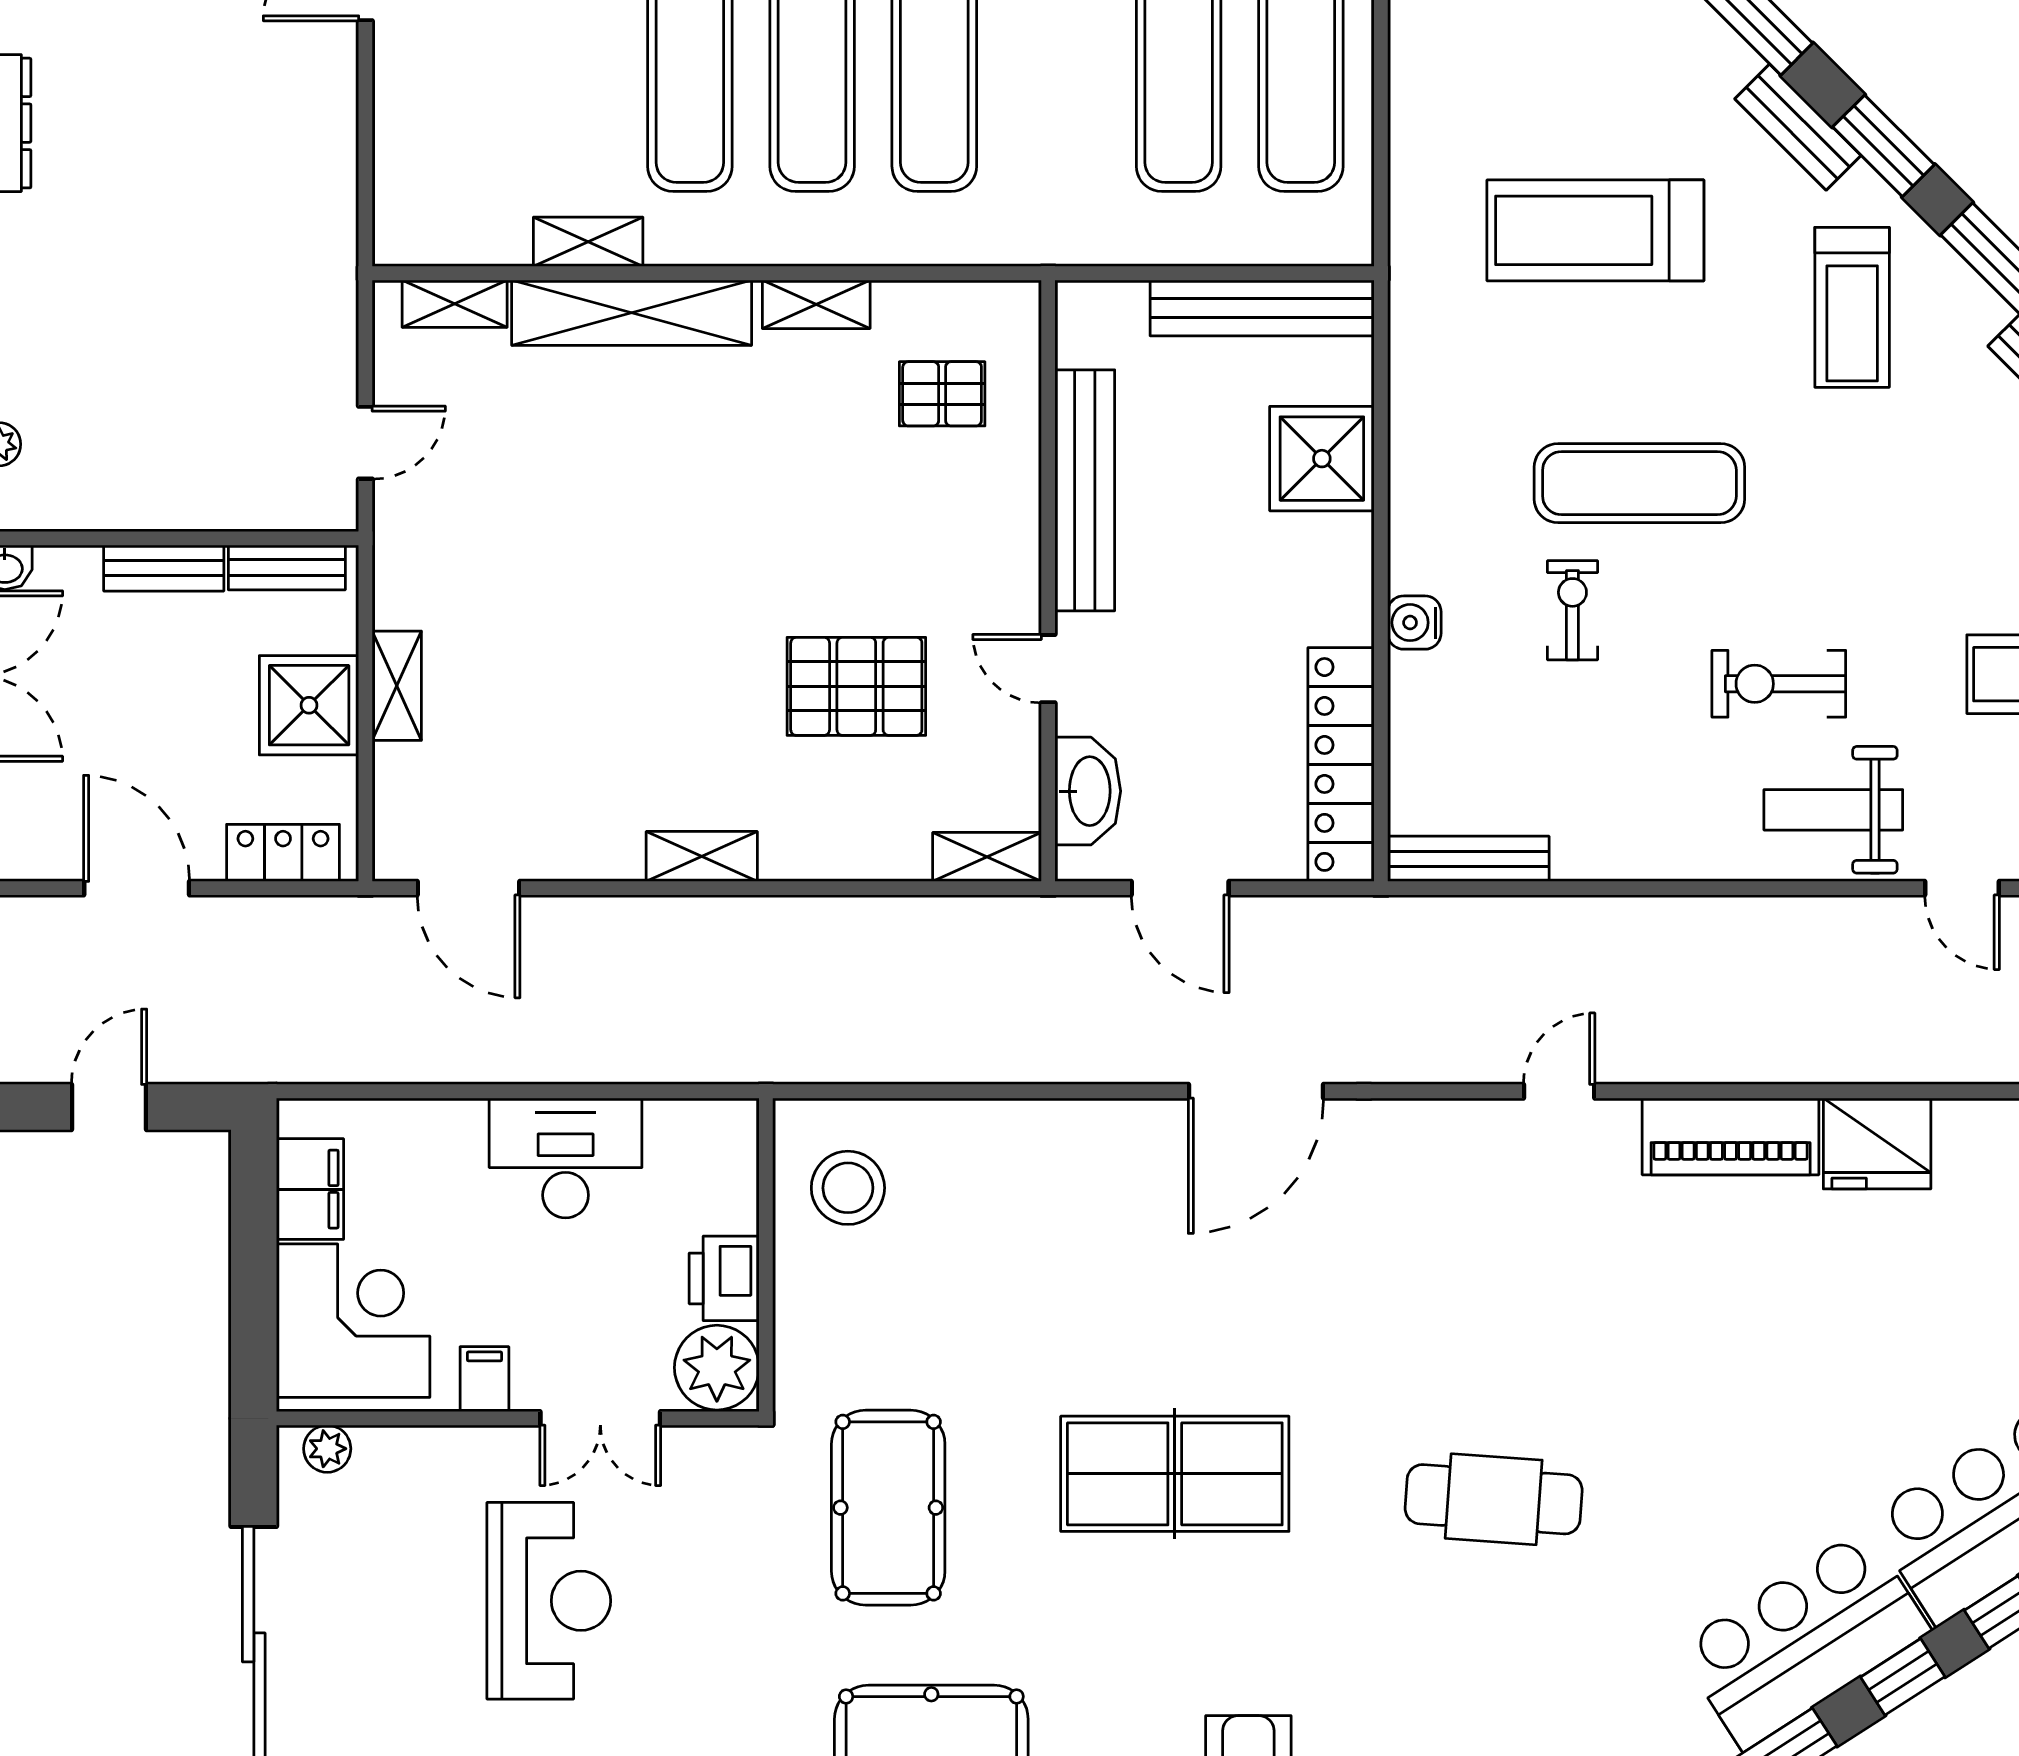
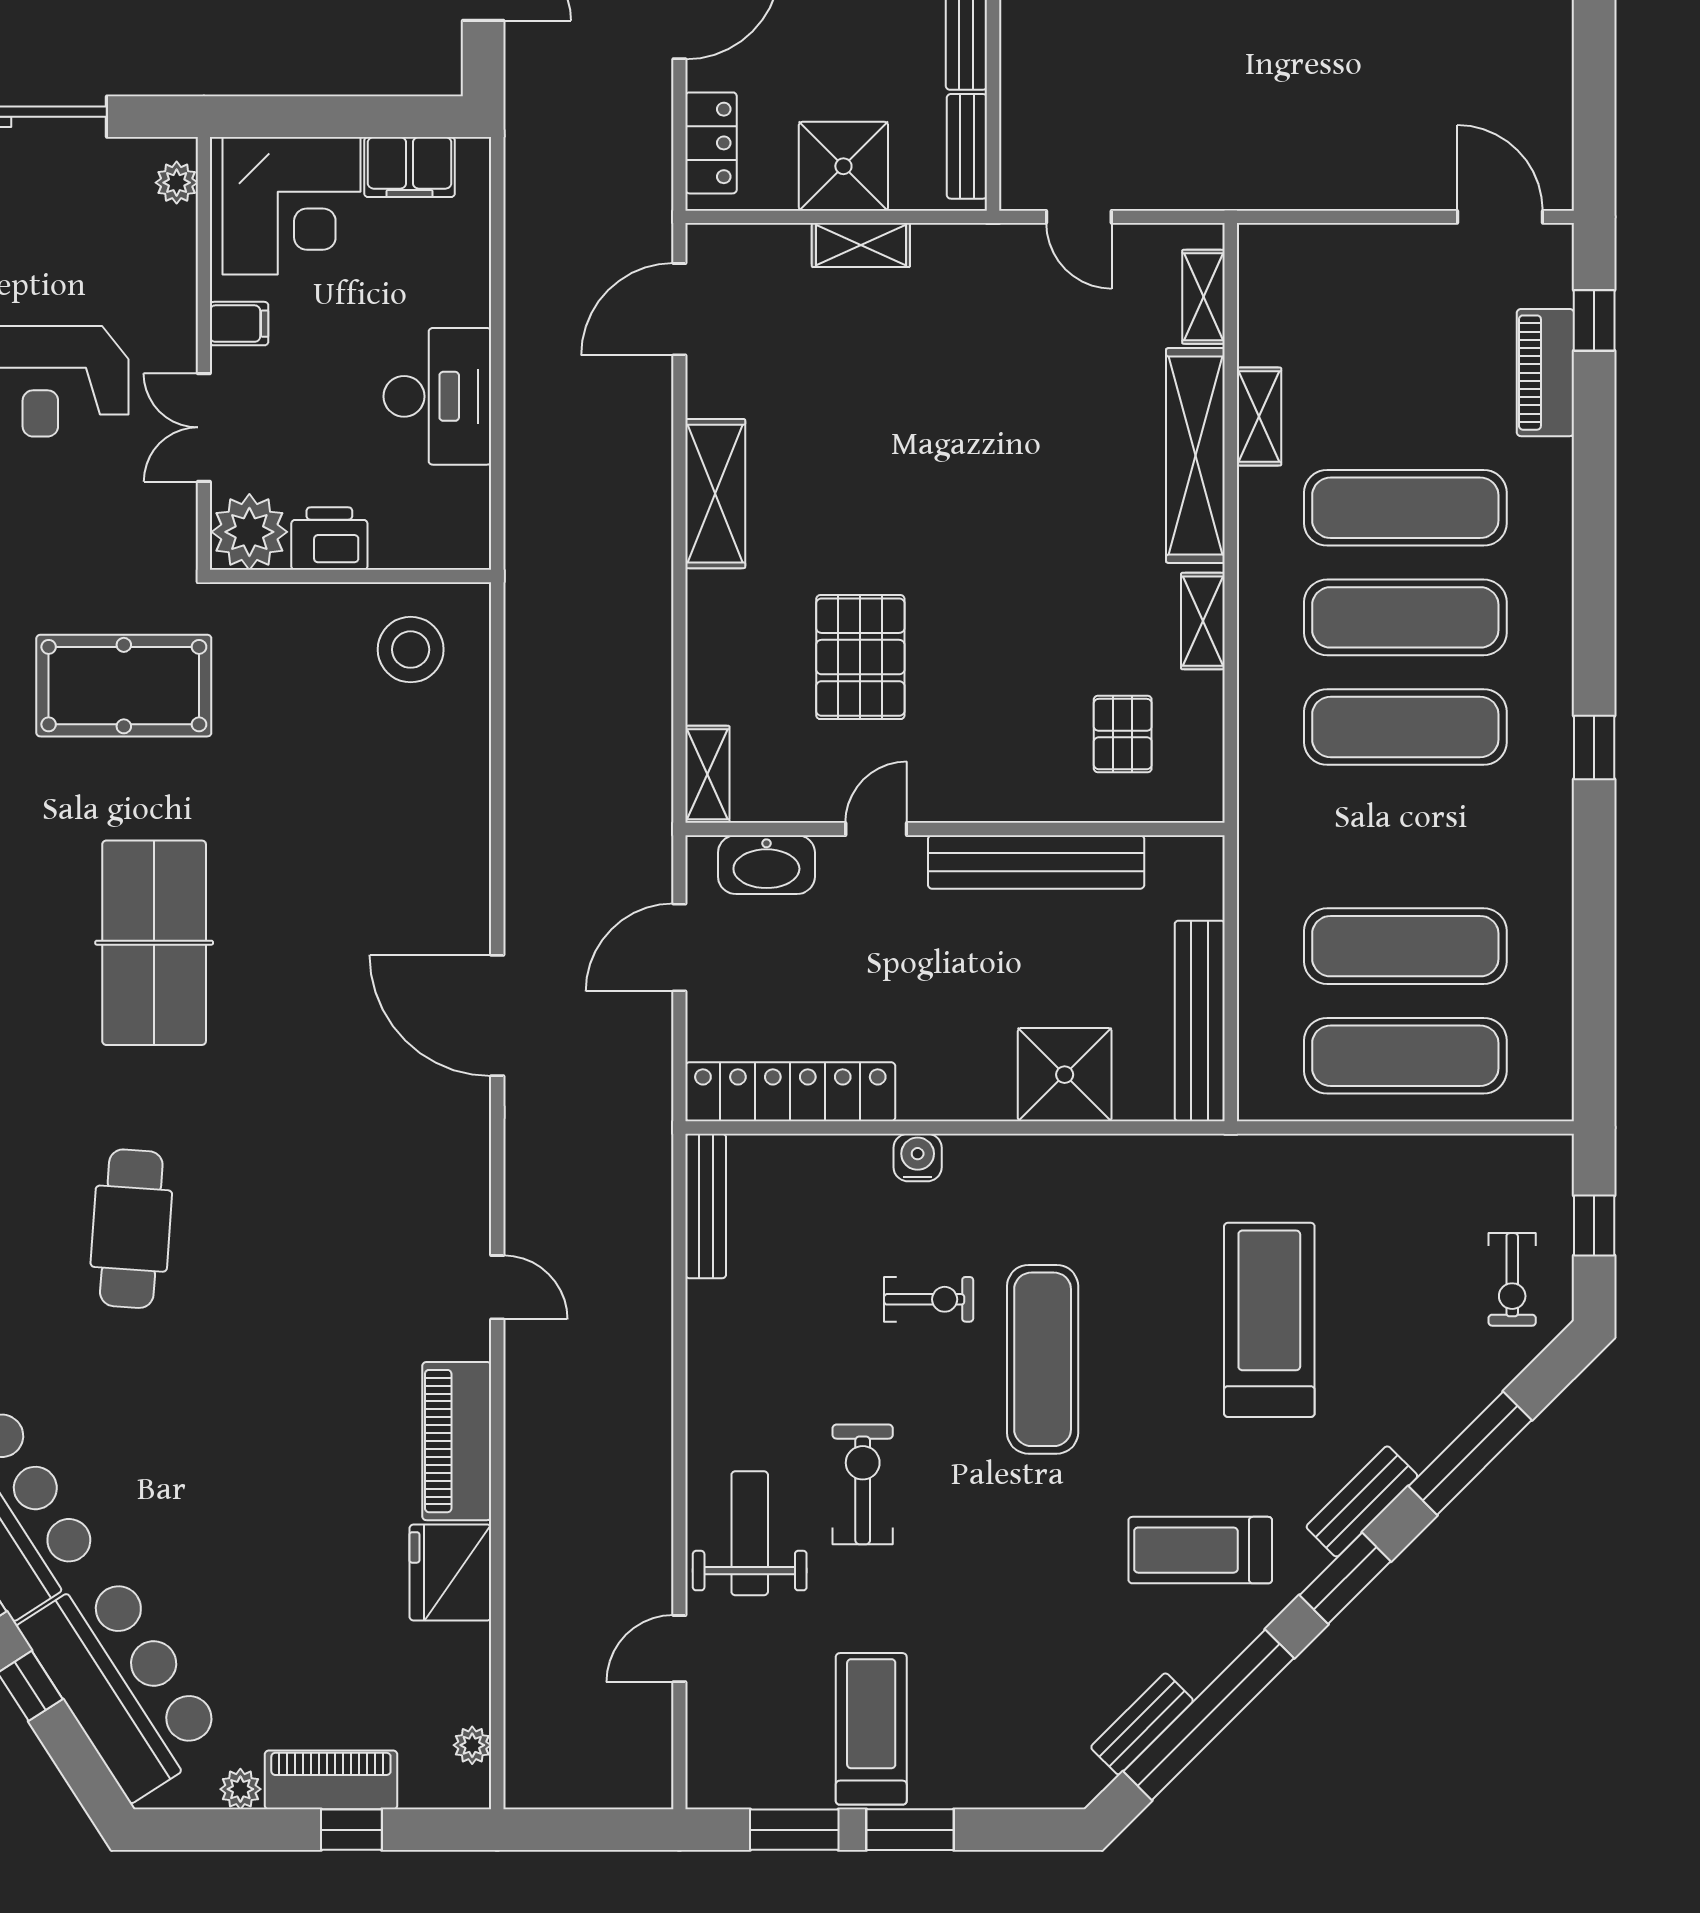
shelving: (702, 856) -> (715, 494), width x1.50, depth x1.33

